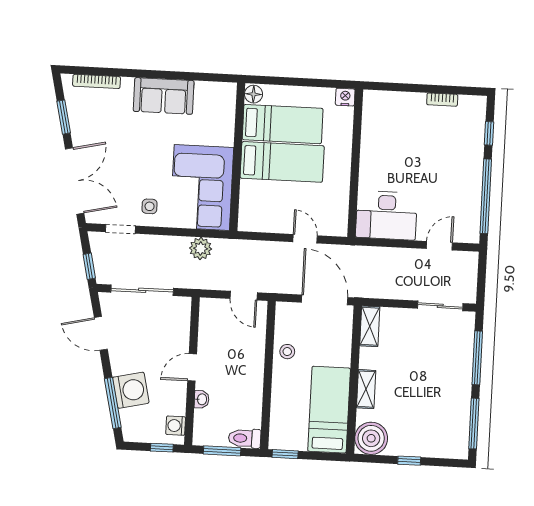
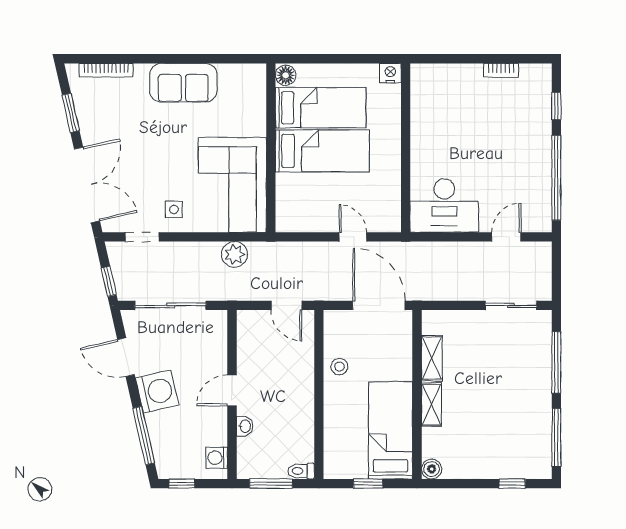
shelving: (370, 326) -> (432, 358), moved
washing machine: (131, 390) -> (157, 392), moved
toilet: (245, 438) -> (301, 471), width x0.73, depth x0.72
boiler: (371, 438) -> (432, 469), width x0.54, depth x0.54
window: (162, 448) -> (182, 484), moved
window: (285, 454) -> (368, 484), moved
window: (409, 461) -> (512, 484), moved

